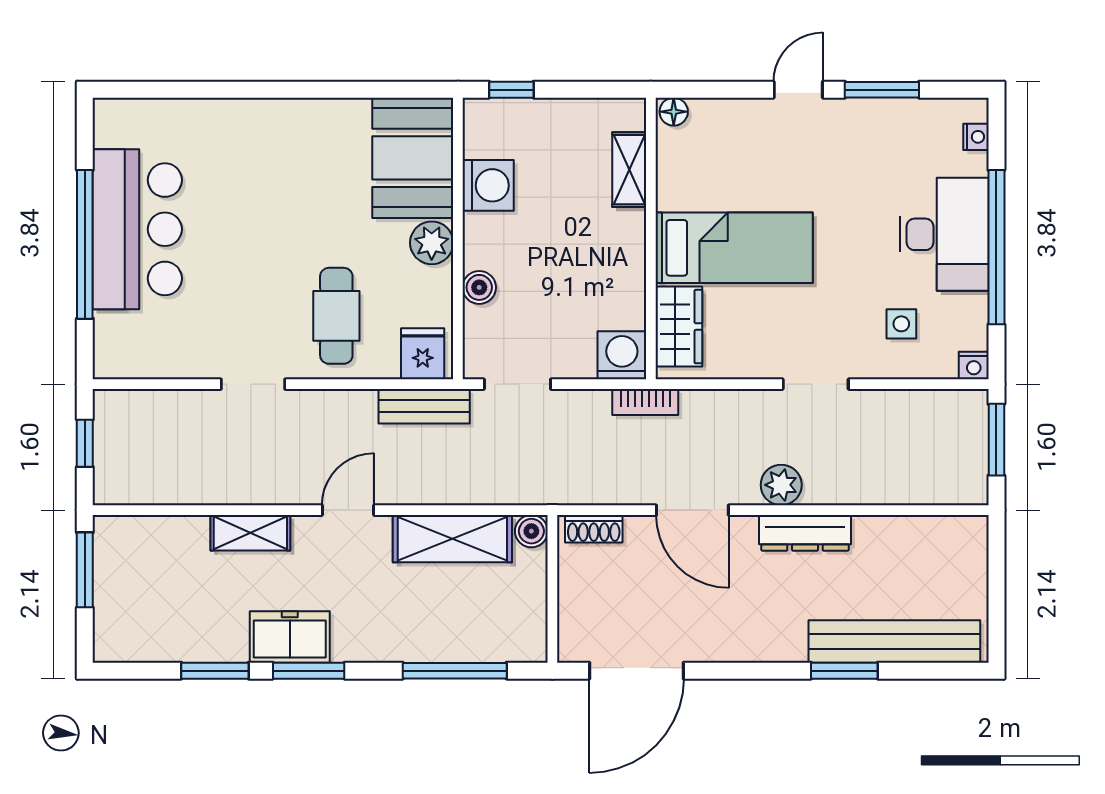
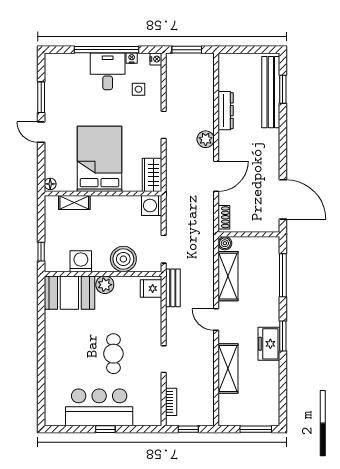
nightstand: (976, 137) -> (132, 58), moved
desk: (944, 234) -> (108, 71), width x0.73
window: (85, 244) -> (105, 429), width x0.32
bed: (734, 248) -> (100, 159), width x1.50
boiler: (479, 287) -> (123, 259), width x1.86, depth x1.86
cafe table: (336, 316) -> (113, 354), moved, turned 90
wardrobe: (679, 327) -> (152, 175), moved, turned -90
bookcase: (645, 402) -> (171, 402), moved
shelving: (250, 533) -> (228, 369), width x1.50, depth x1.33
dresser: (805, 533) -> (226, 111), moved
window: (85, 570) -> (256, 429), moved
window: (215, 671) -> (283, 375), removed
window: (844, 671) -> (283, 89), moved

